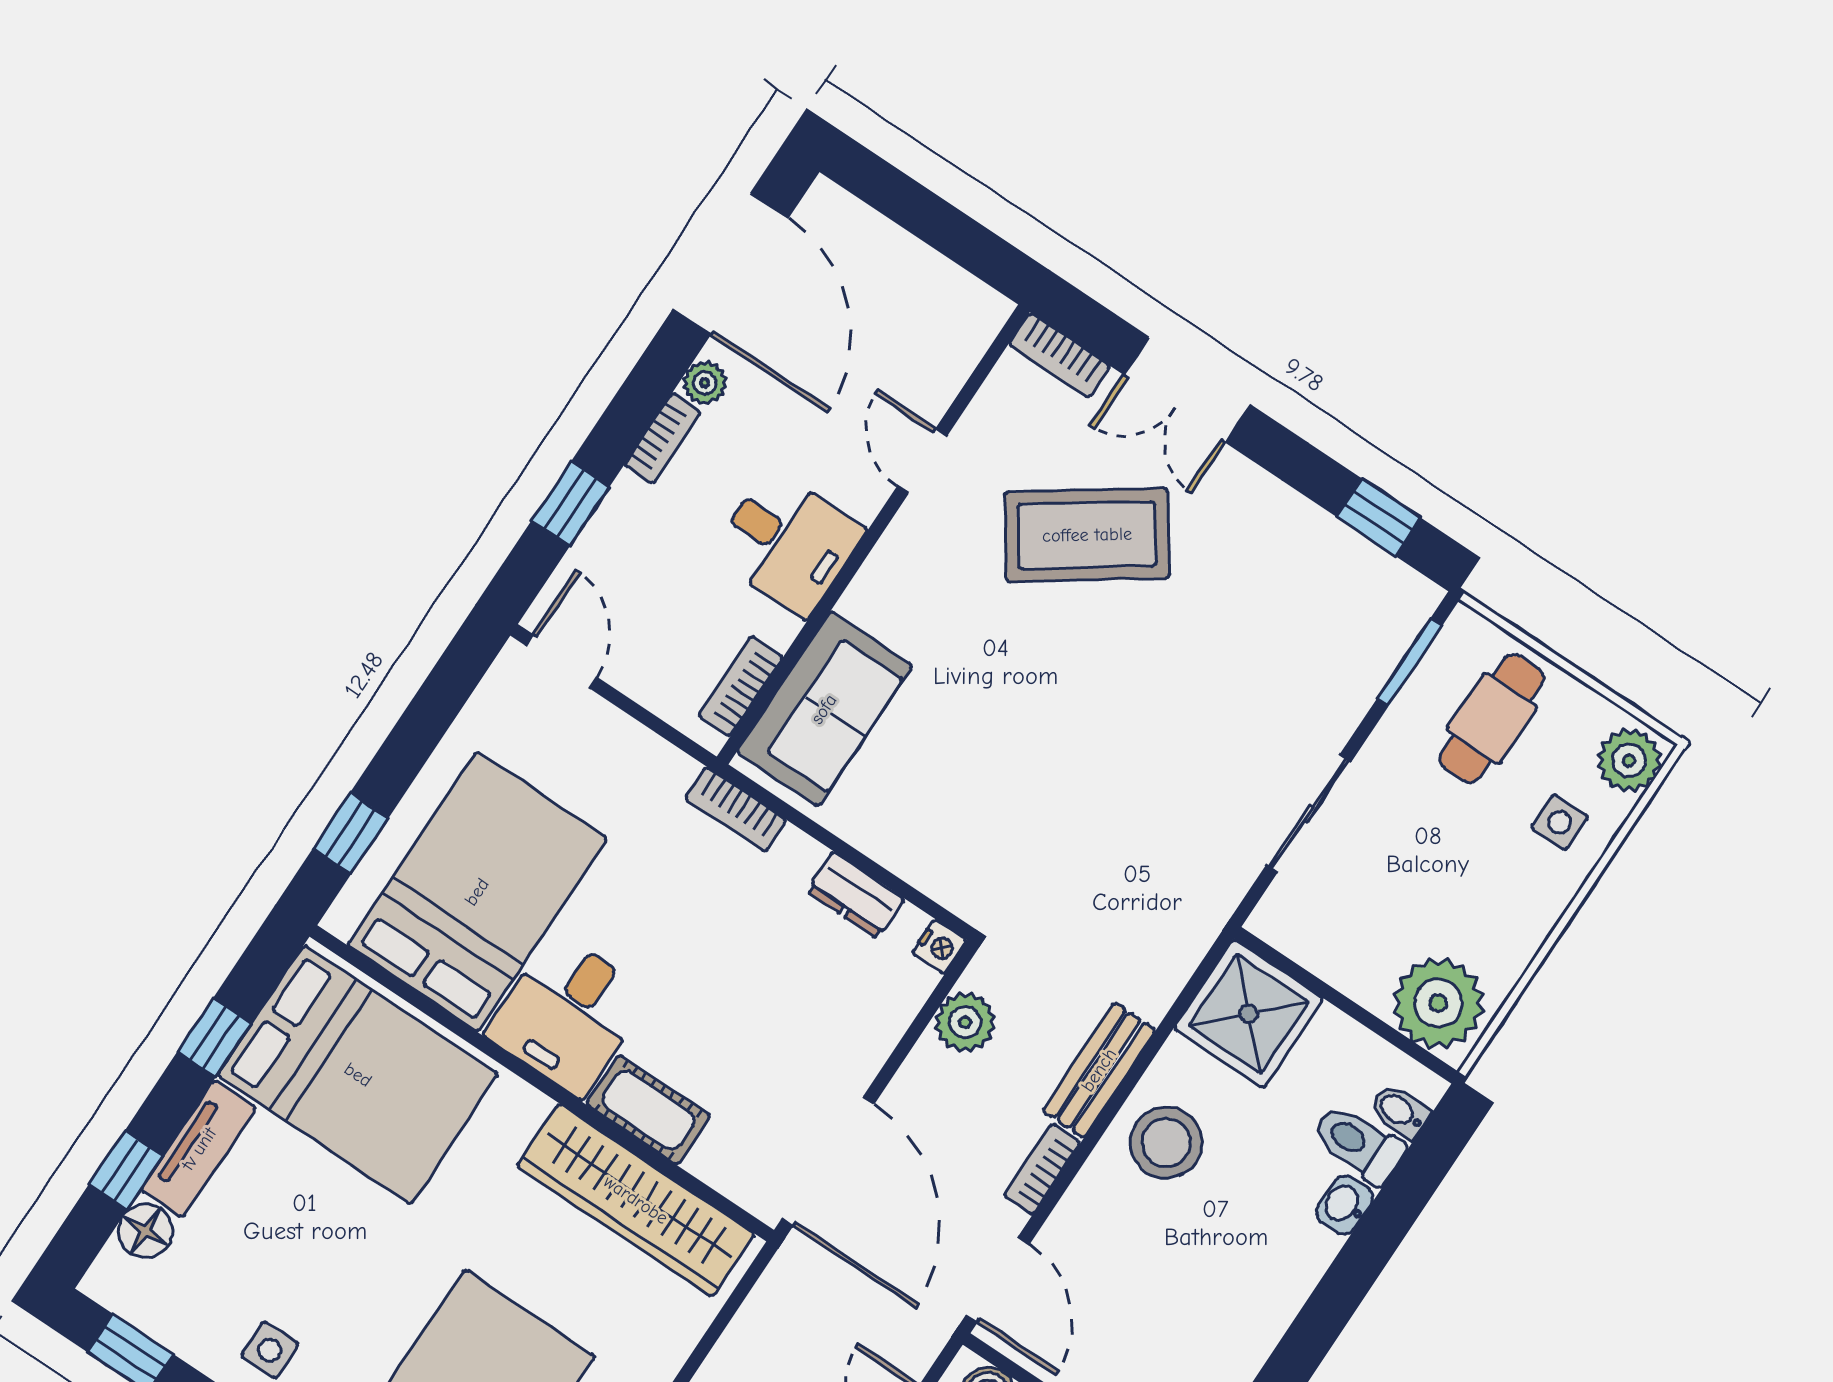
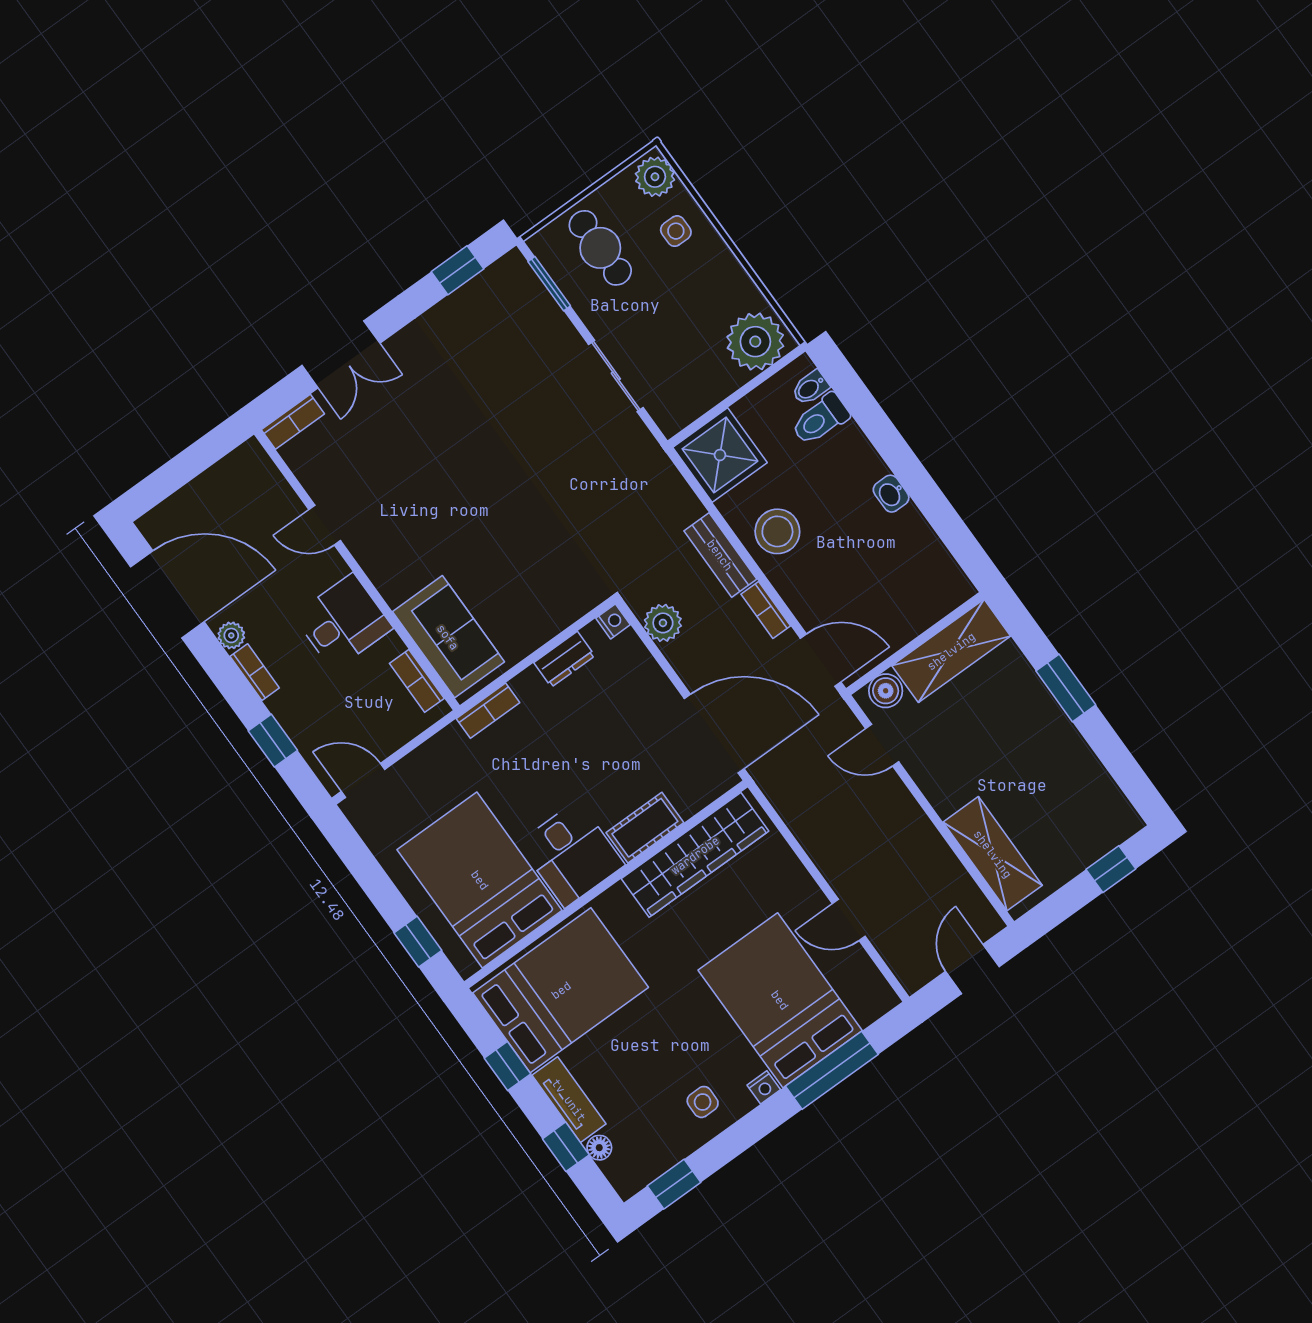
coffee table: (1087, 535) -> (404, 445), removed
washbasin: (1345, 1205) -> (891, 494), moved
floor lamp: (146, 1231) -> (599, 1148), width x0.73, depth x0.73

